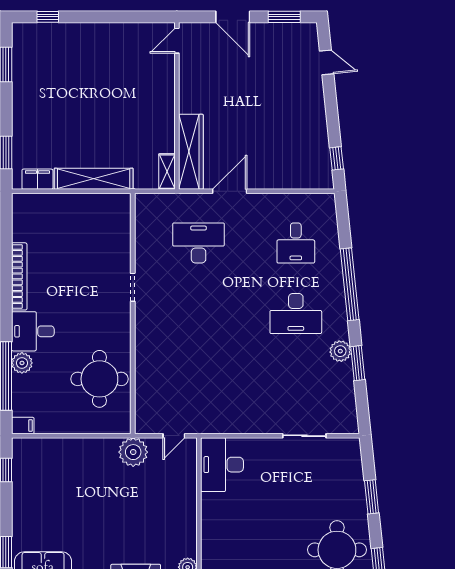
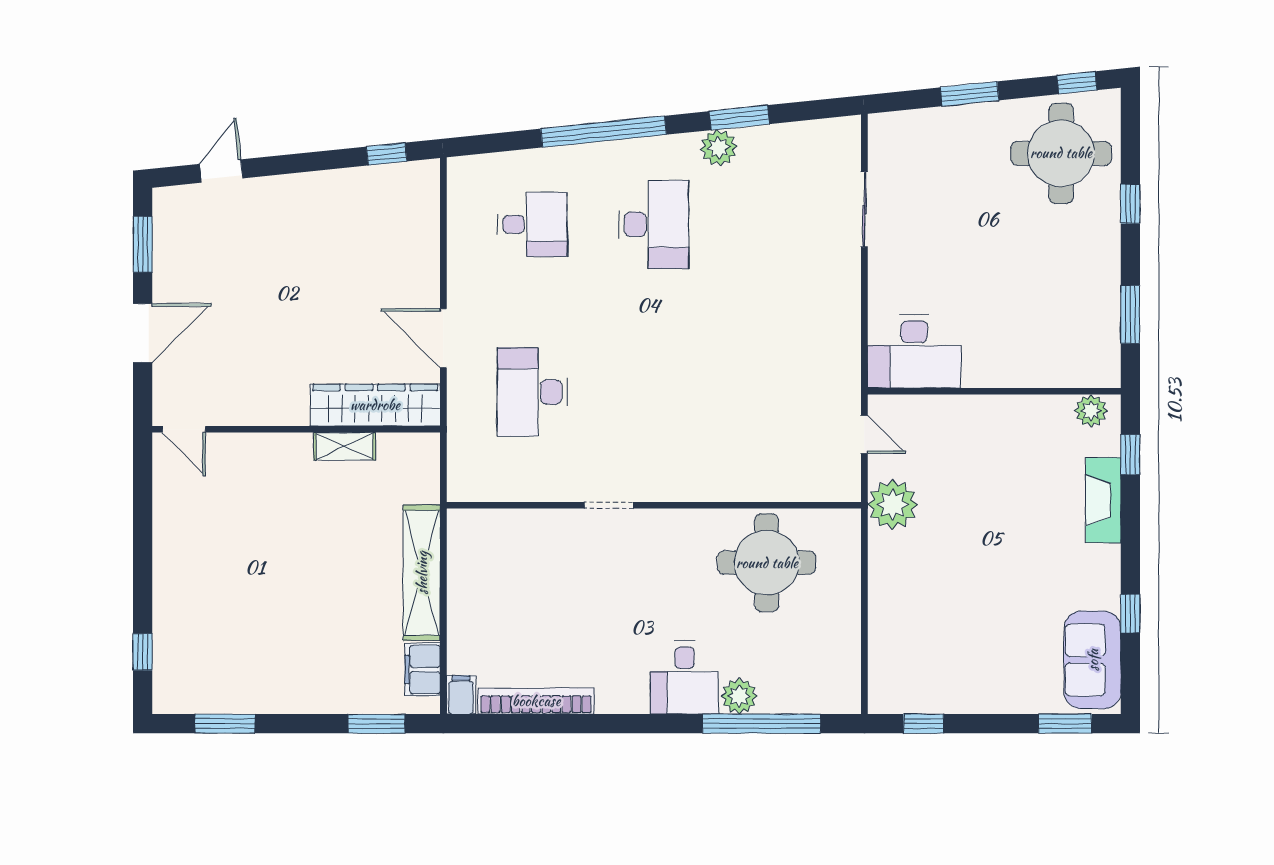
shelving: (167, 172) -> (344, 446), moved
bookcase: (19, 276) -> (536, 701), moved
filing cabinet: (23, 425) -> (461, 695), moved

